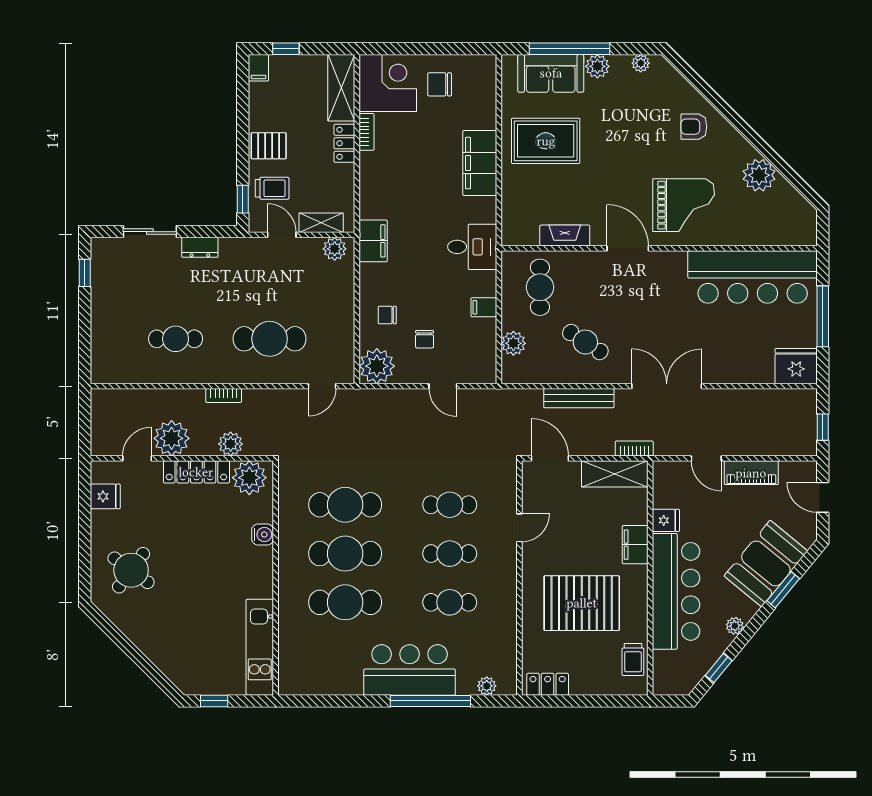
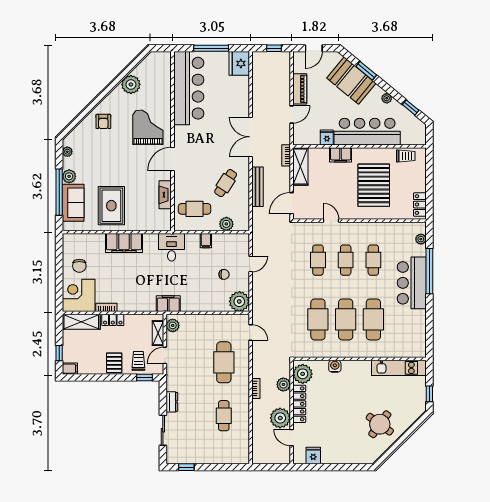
chair: (387, 315) -> (210, 296), removed
round table: (131, 570) -> (380, 424), moved

